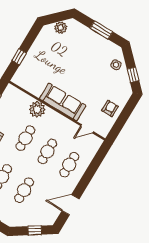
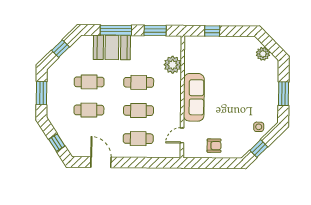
plant: (37, 109) -> (173, 65), moved
door: (87, 129) -> (182, 135), hinge flipped

